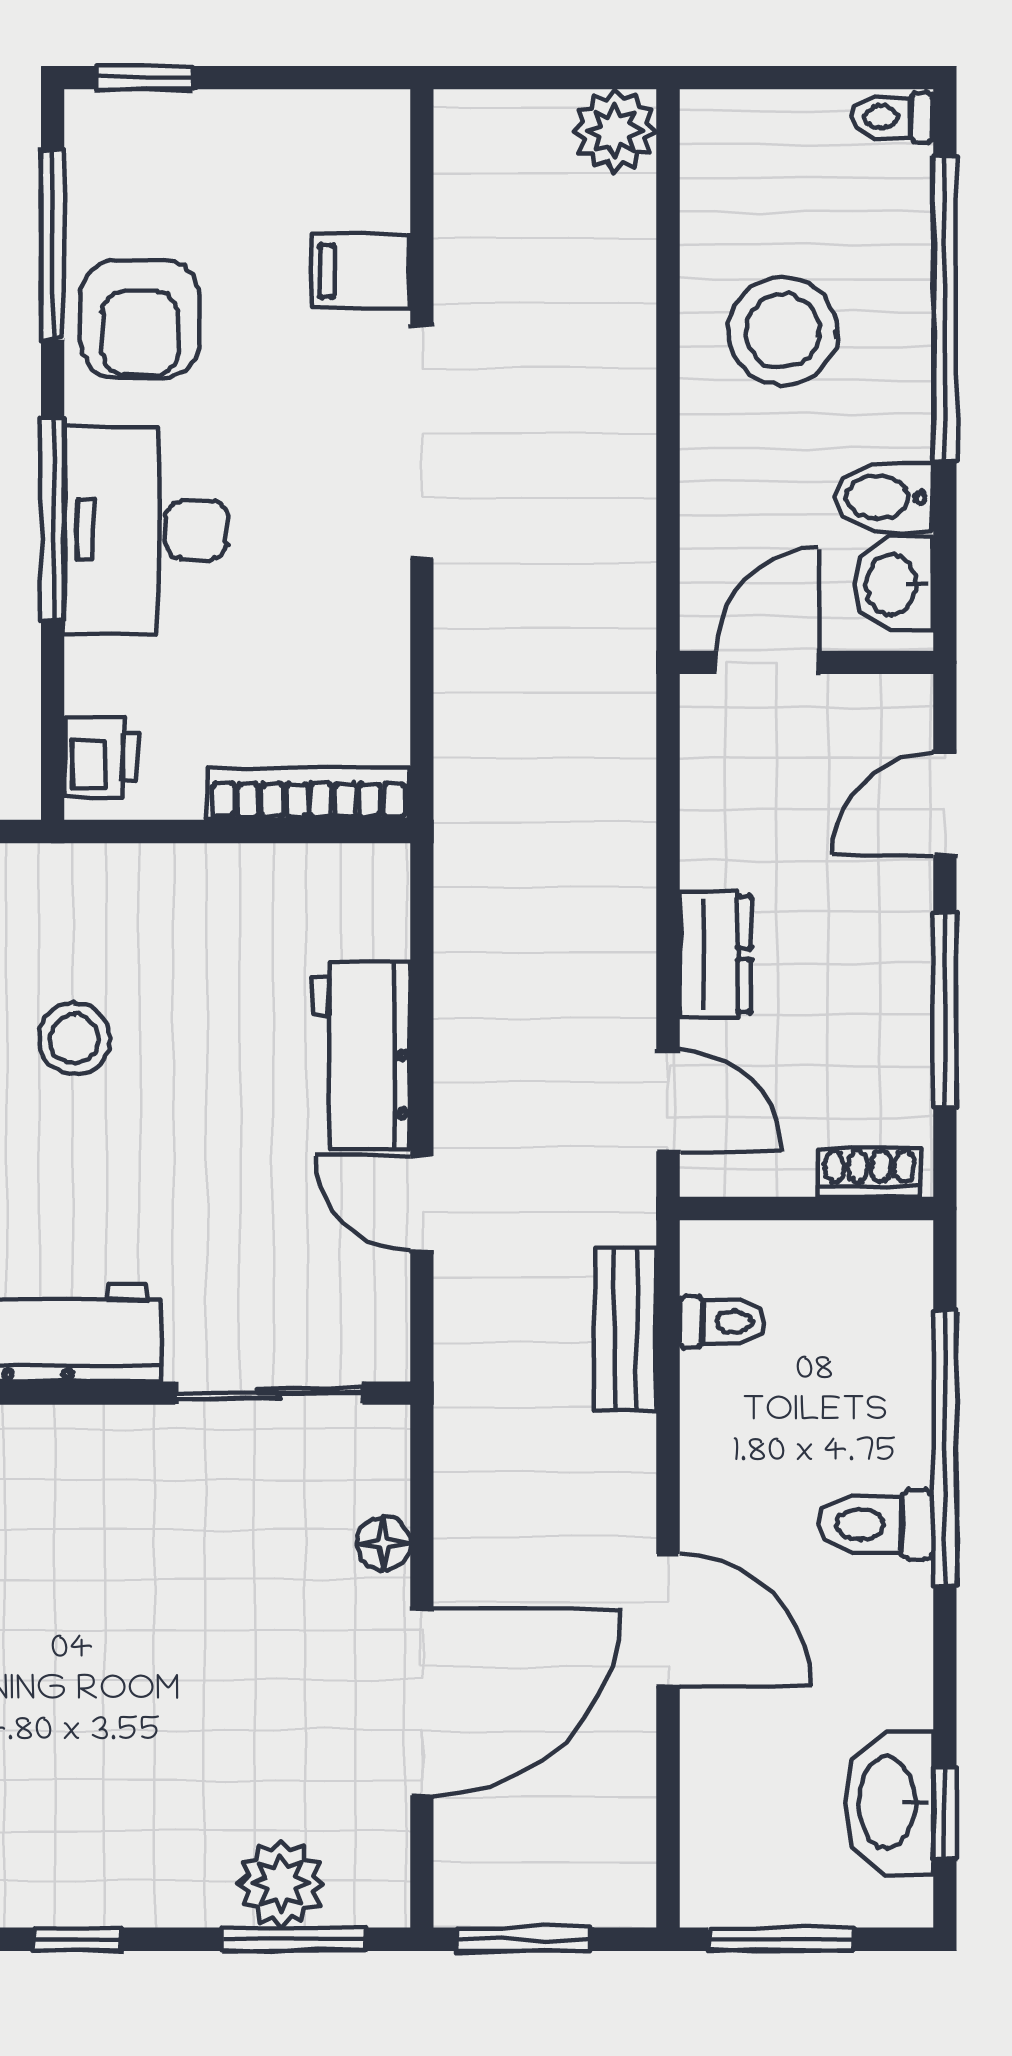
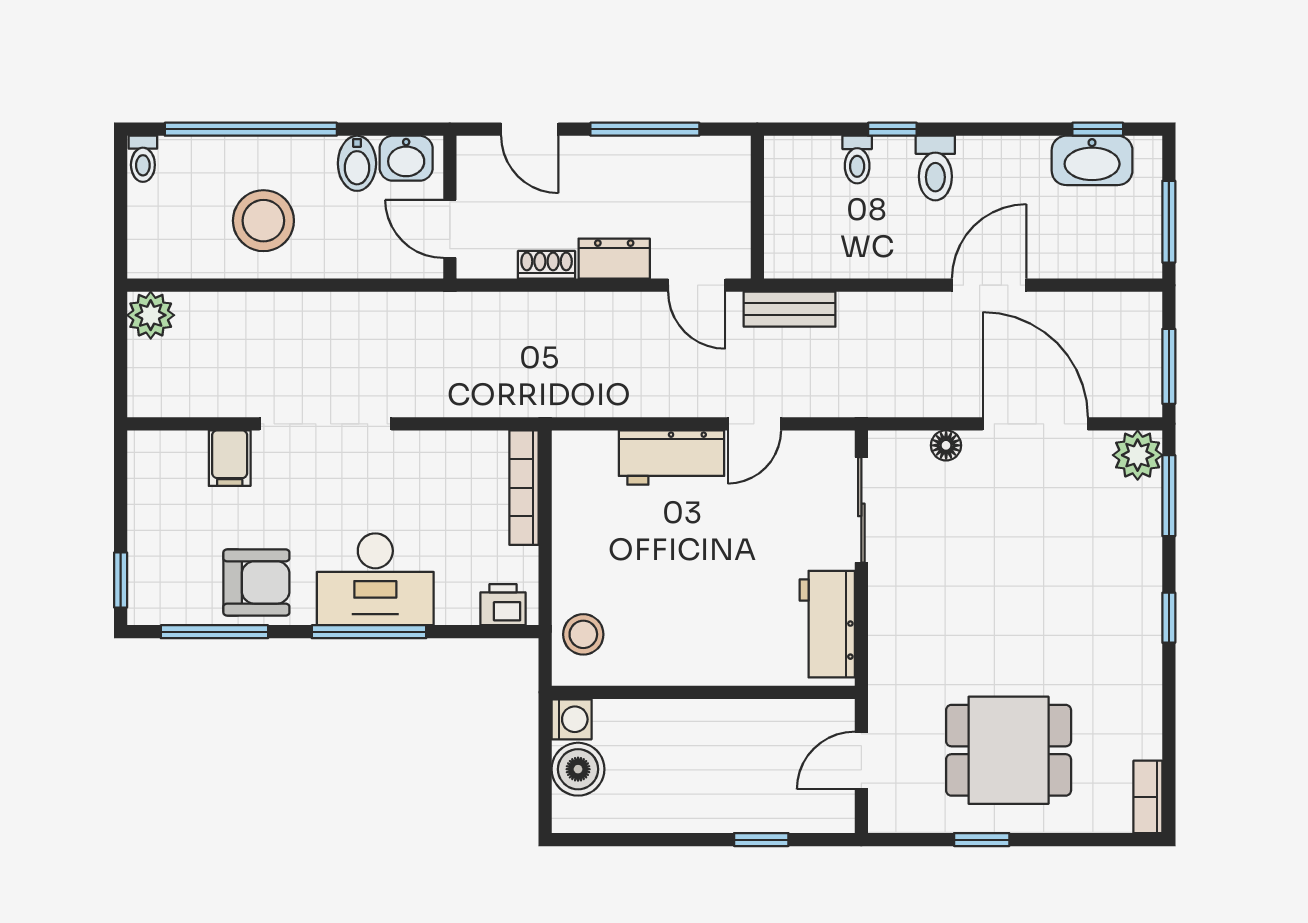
stool: (74, 1039) -> (583, 634), moved
door: (668, 1101) -> (697, 285), swing flipped
shoe rack: (869, 1172) -> (547, 265), moved, turned 90
toilet: (722, 1322) -> (857, 160), moved, turned 180
bench: (625, 1329) -> (790, 309), moved
window: (945, 1448) -> (892, 129), width x0.32
plant: (281, 1884) -> (1138, 455), moved

